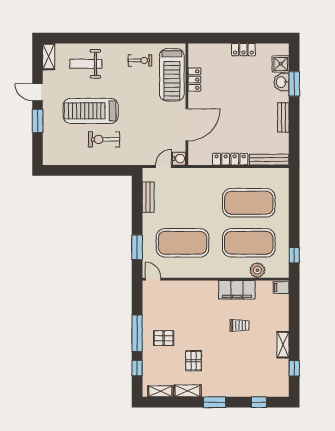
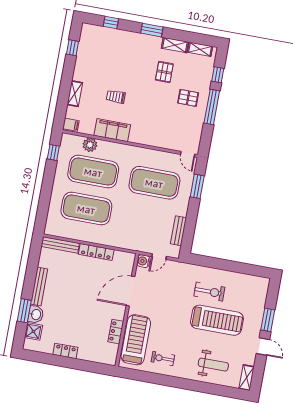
bench: (283, 117) -> (39, 286), width x1.36
shelving: (283, 345) -> (75, 94), moved

